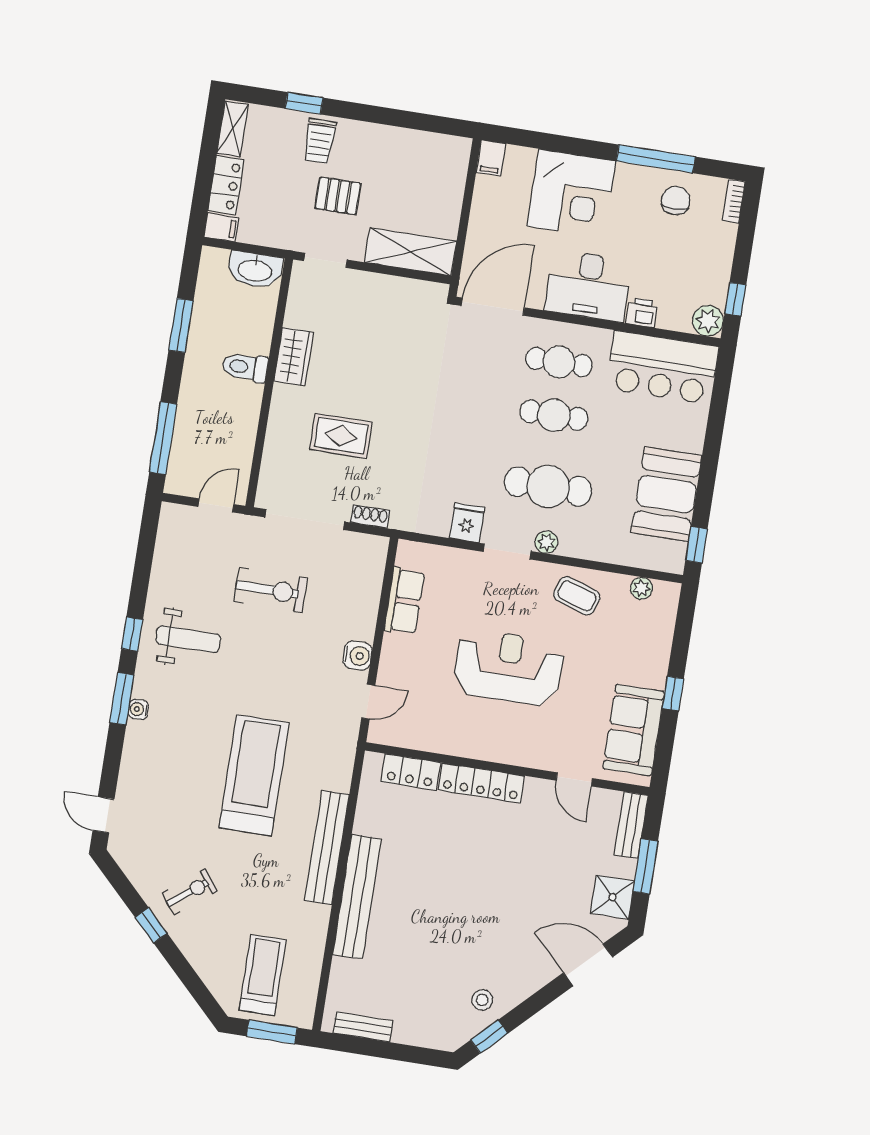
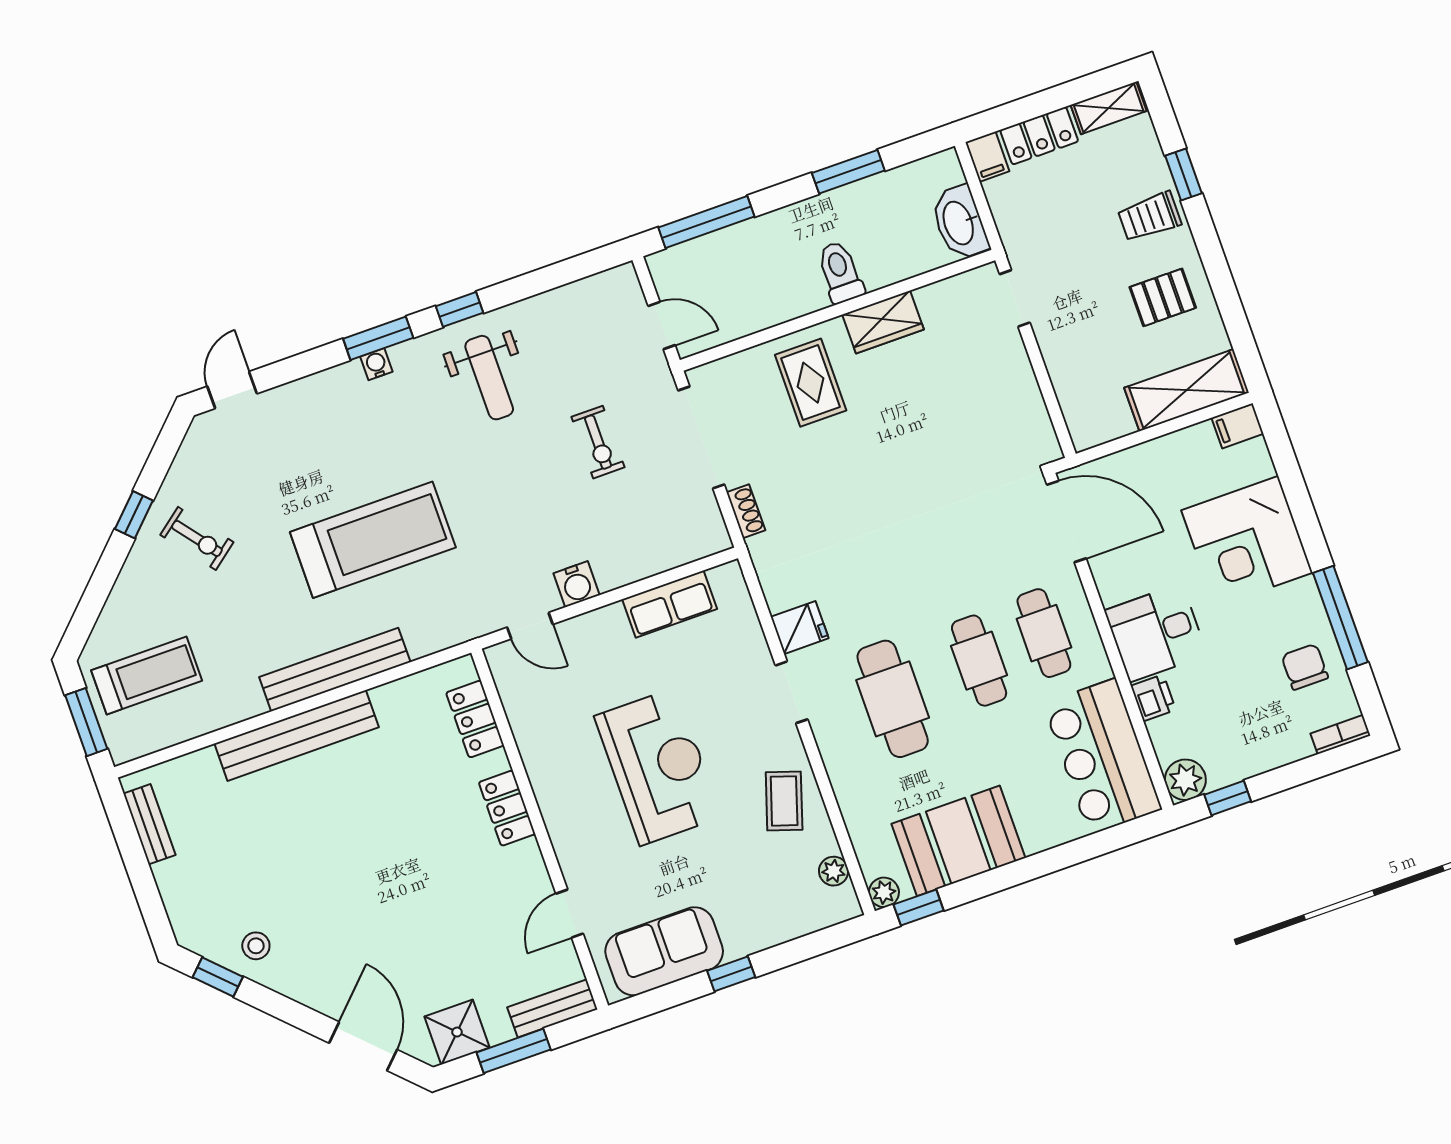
pallet: (338, 196) -> (1163, 297), moved, turned 90
chair: (676, 200) -> (1305, 667), turned -90
shelving: (411, 252) -> (1187, 390), moved, turned 90
desk: (588, 286) -> (1156, 633), width x0.73
rug: (341, 436) -> (811, 383), moved
plant: (546, 542) -> (884, 892), moved
exercise bike: (270, 590) -> (598, 442), width x0.73, depth x0.72
locker: (481, 783) -> (507, 808), width x0.66

